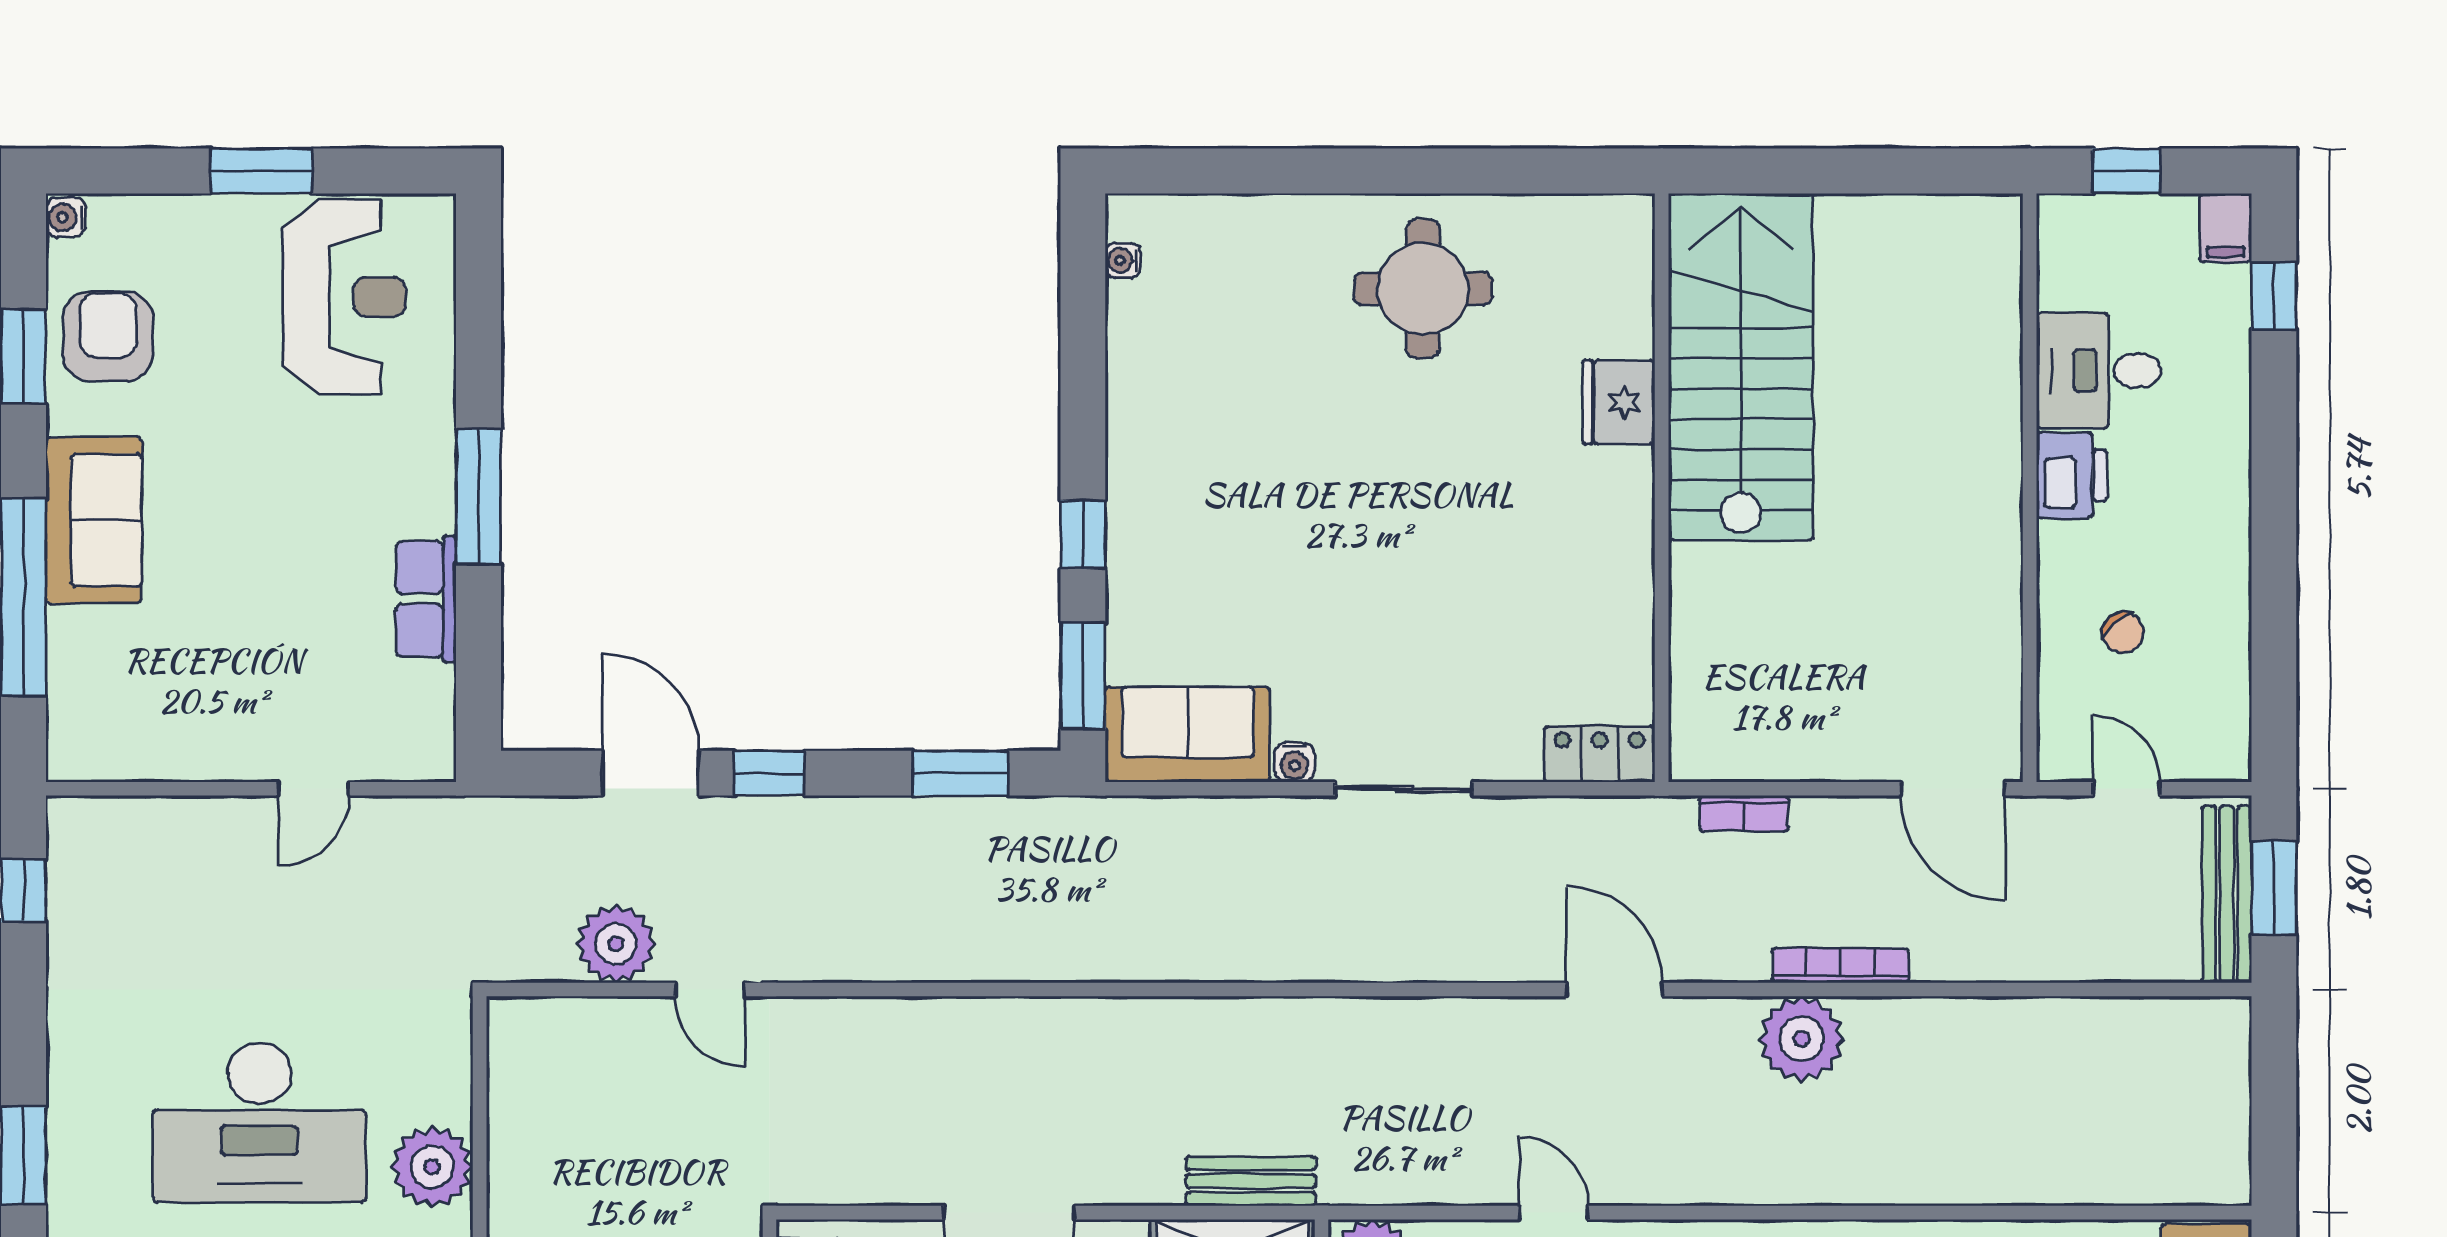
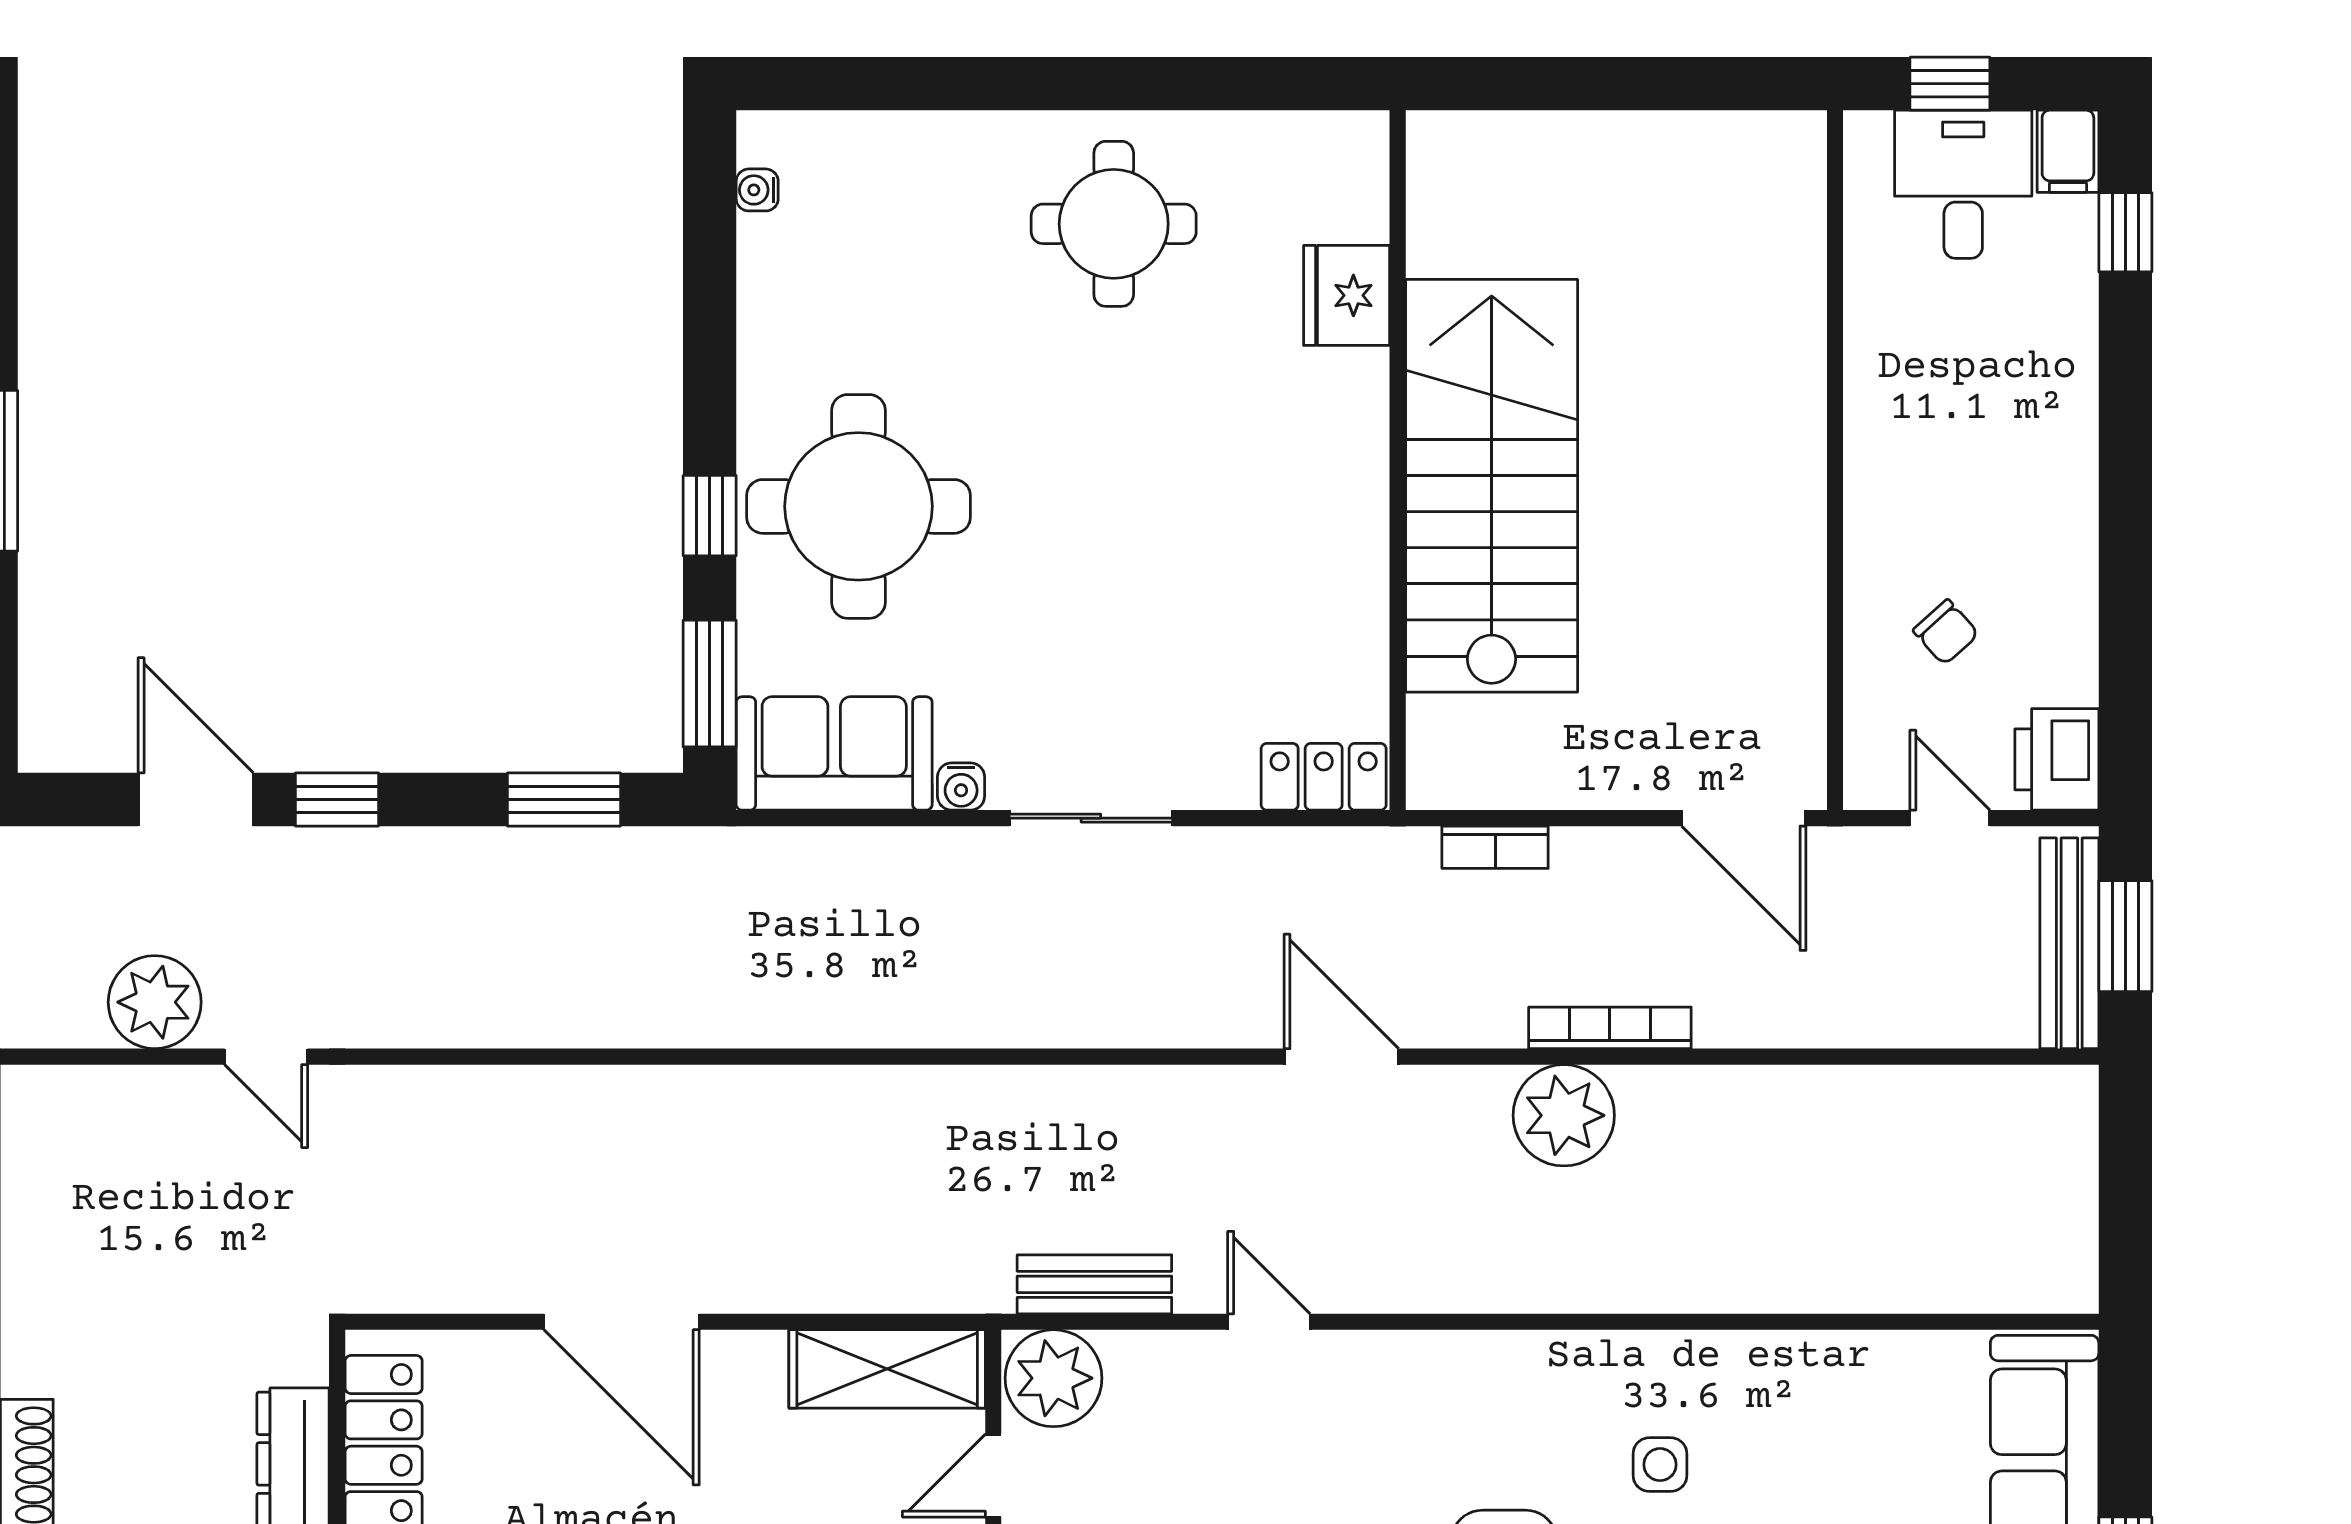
stairs: (1741, 367) -> (1492, 486), moved
desk: (2099, 371) -> (1963, 184), moved, turned 90
fridge: (1619, 402) -> (1347, 295), moved
printer: (2072, 476) -> (2057, 759), moved, turned 180
round table: (1208, 527) -> (858, 506), added
bench: (1251, 1181) -> (1094, 1284), moved

